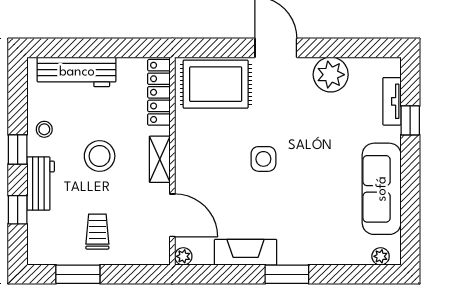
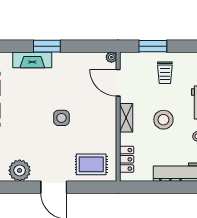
rug: (216, 84) -> (91, 164), width x0.73, depth x0.70
locker: (159, 92) -> (127, 159), width x0.66
fireplace: (246, 252) -> (32, 60), moved
window: (78, 274) -> (153, 46), moved

